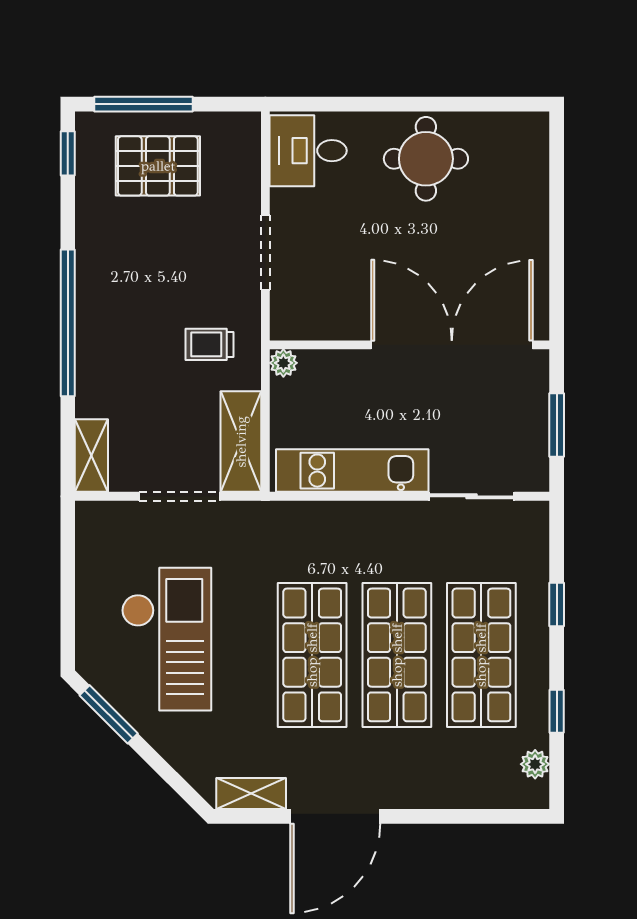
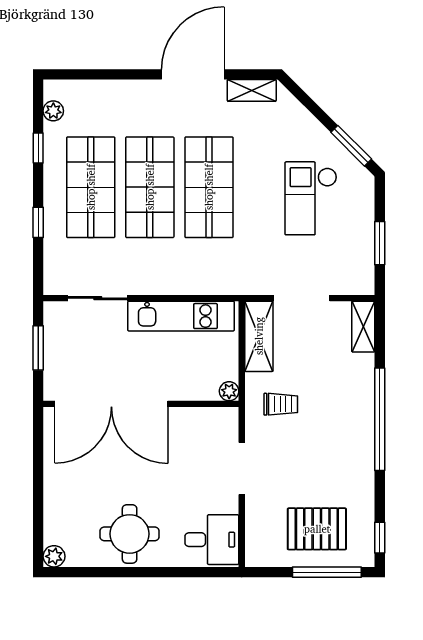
plant: (534, 127) -> (54, 556), added
window: (68, 575) -> (380, 243), added
checkout: (166, 639) -> (311, 198), width x0.73, depth x0.83

